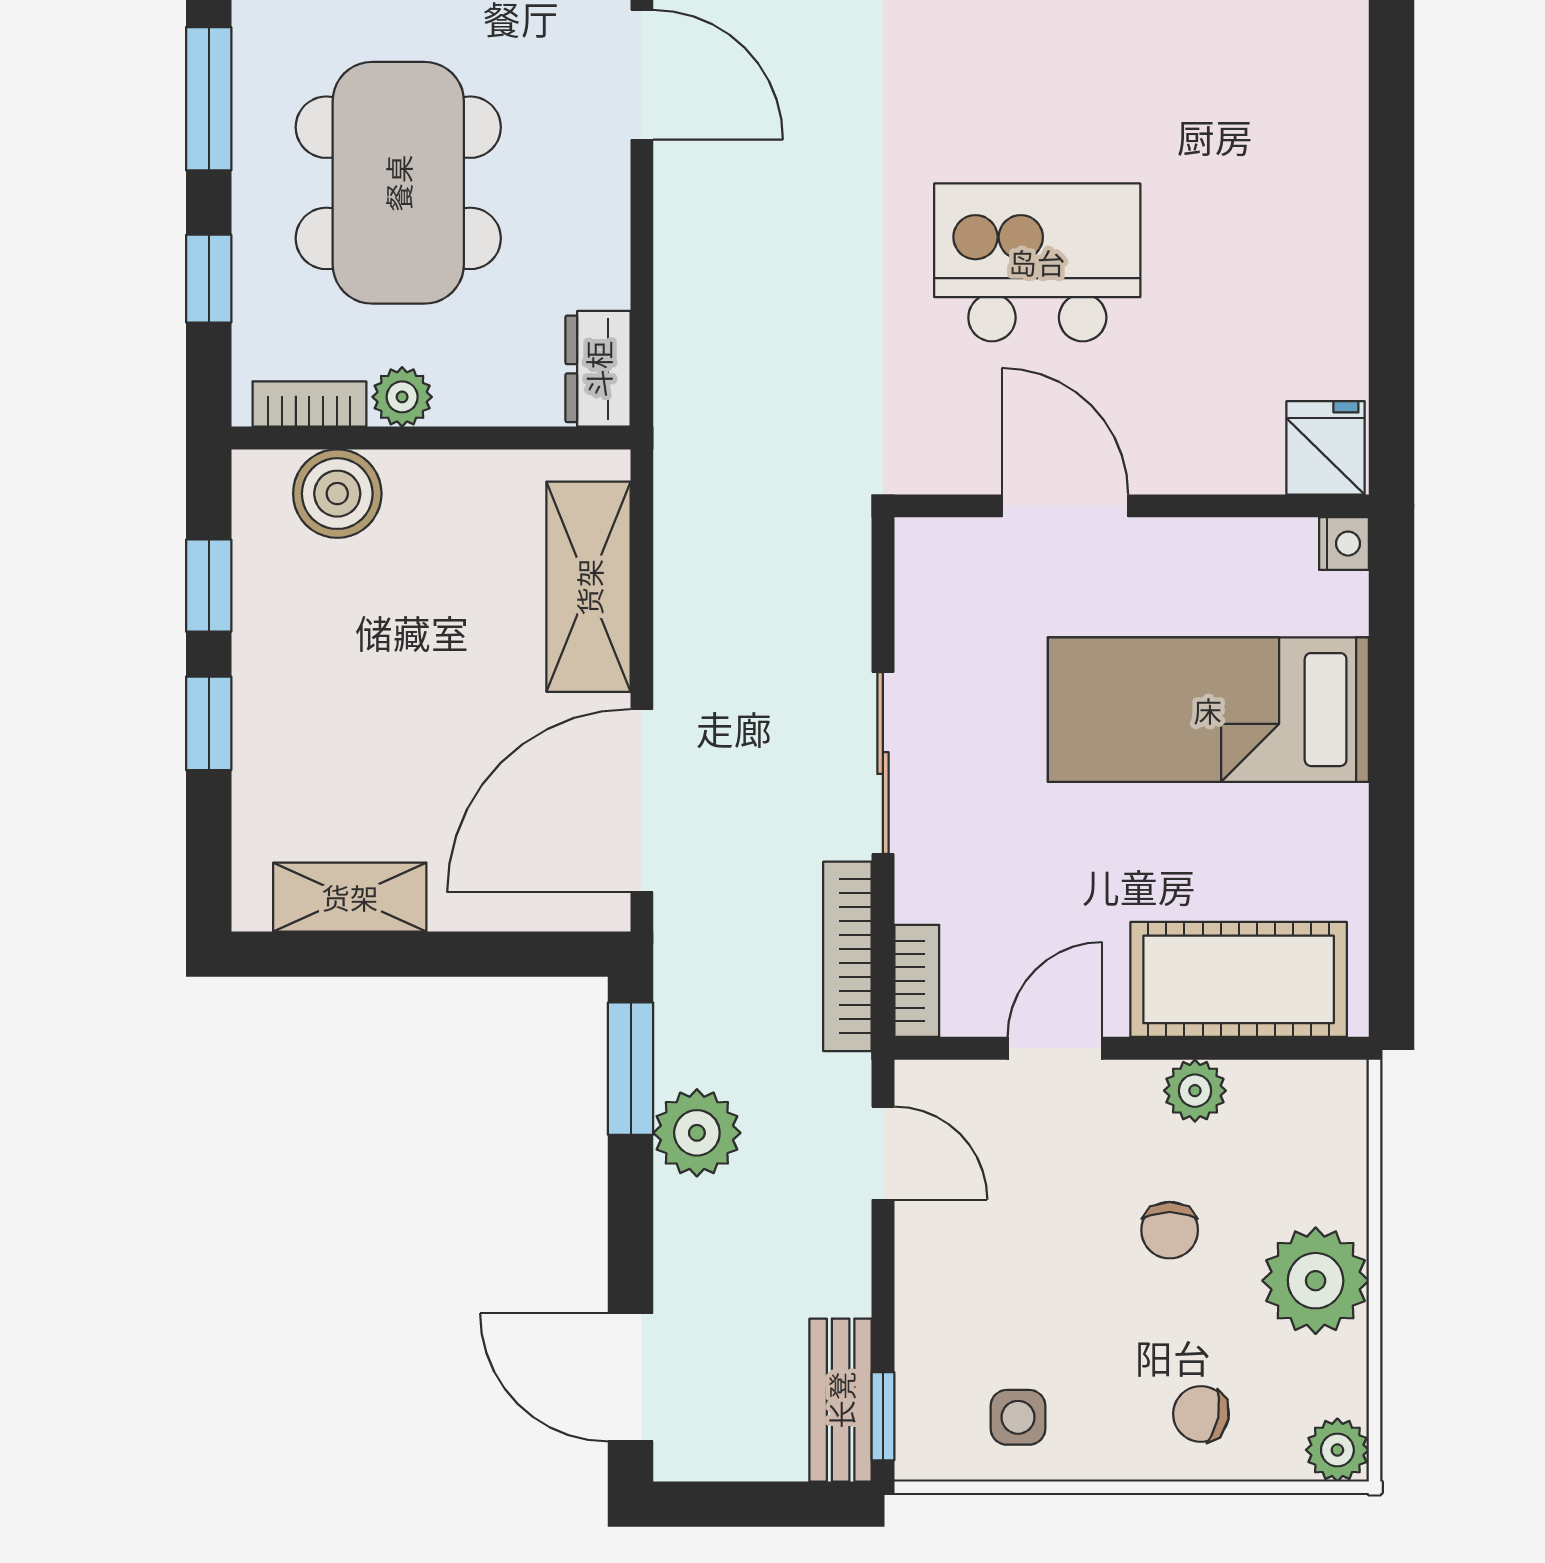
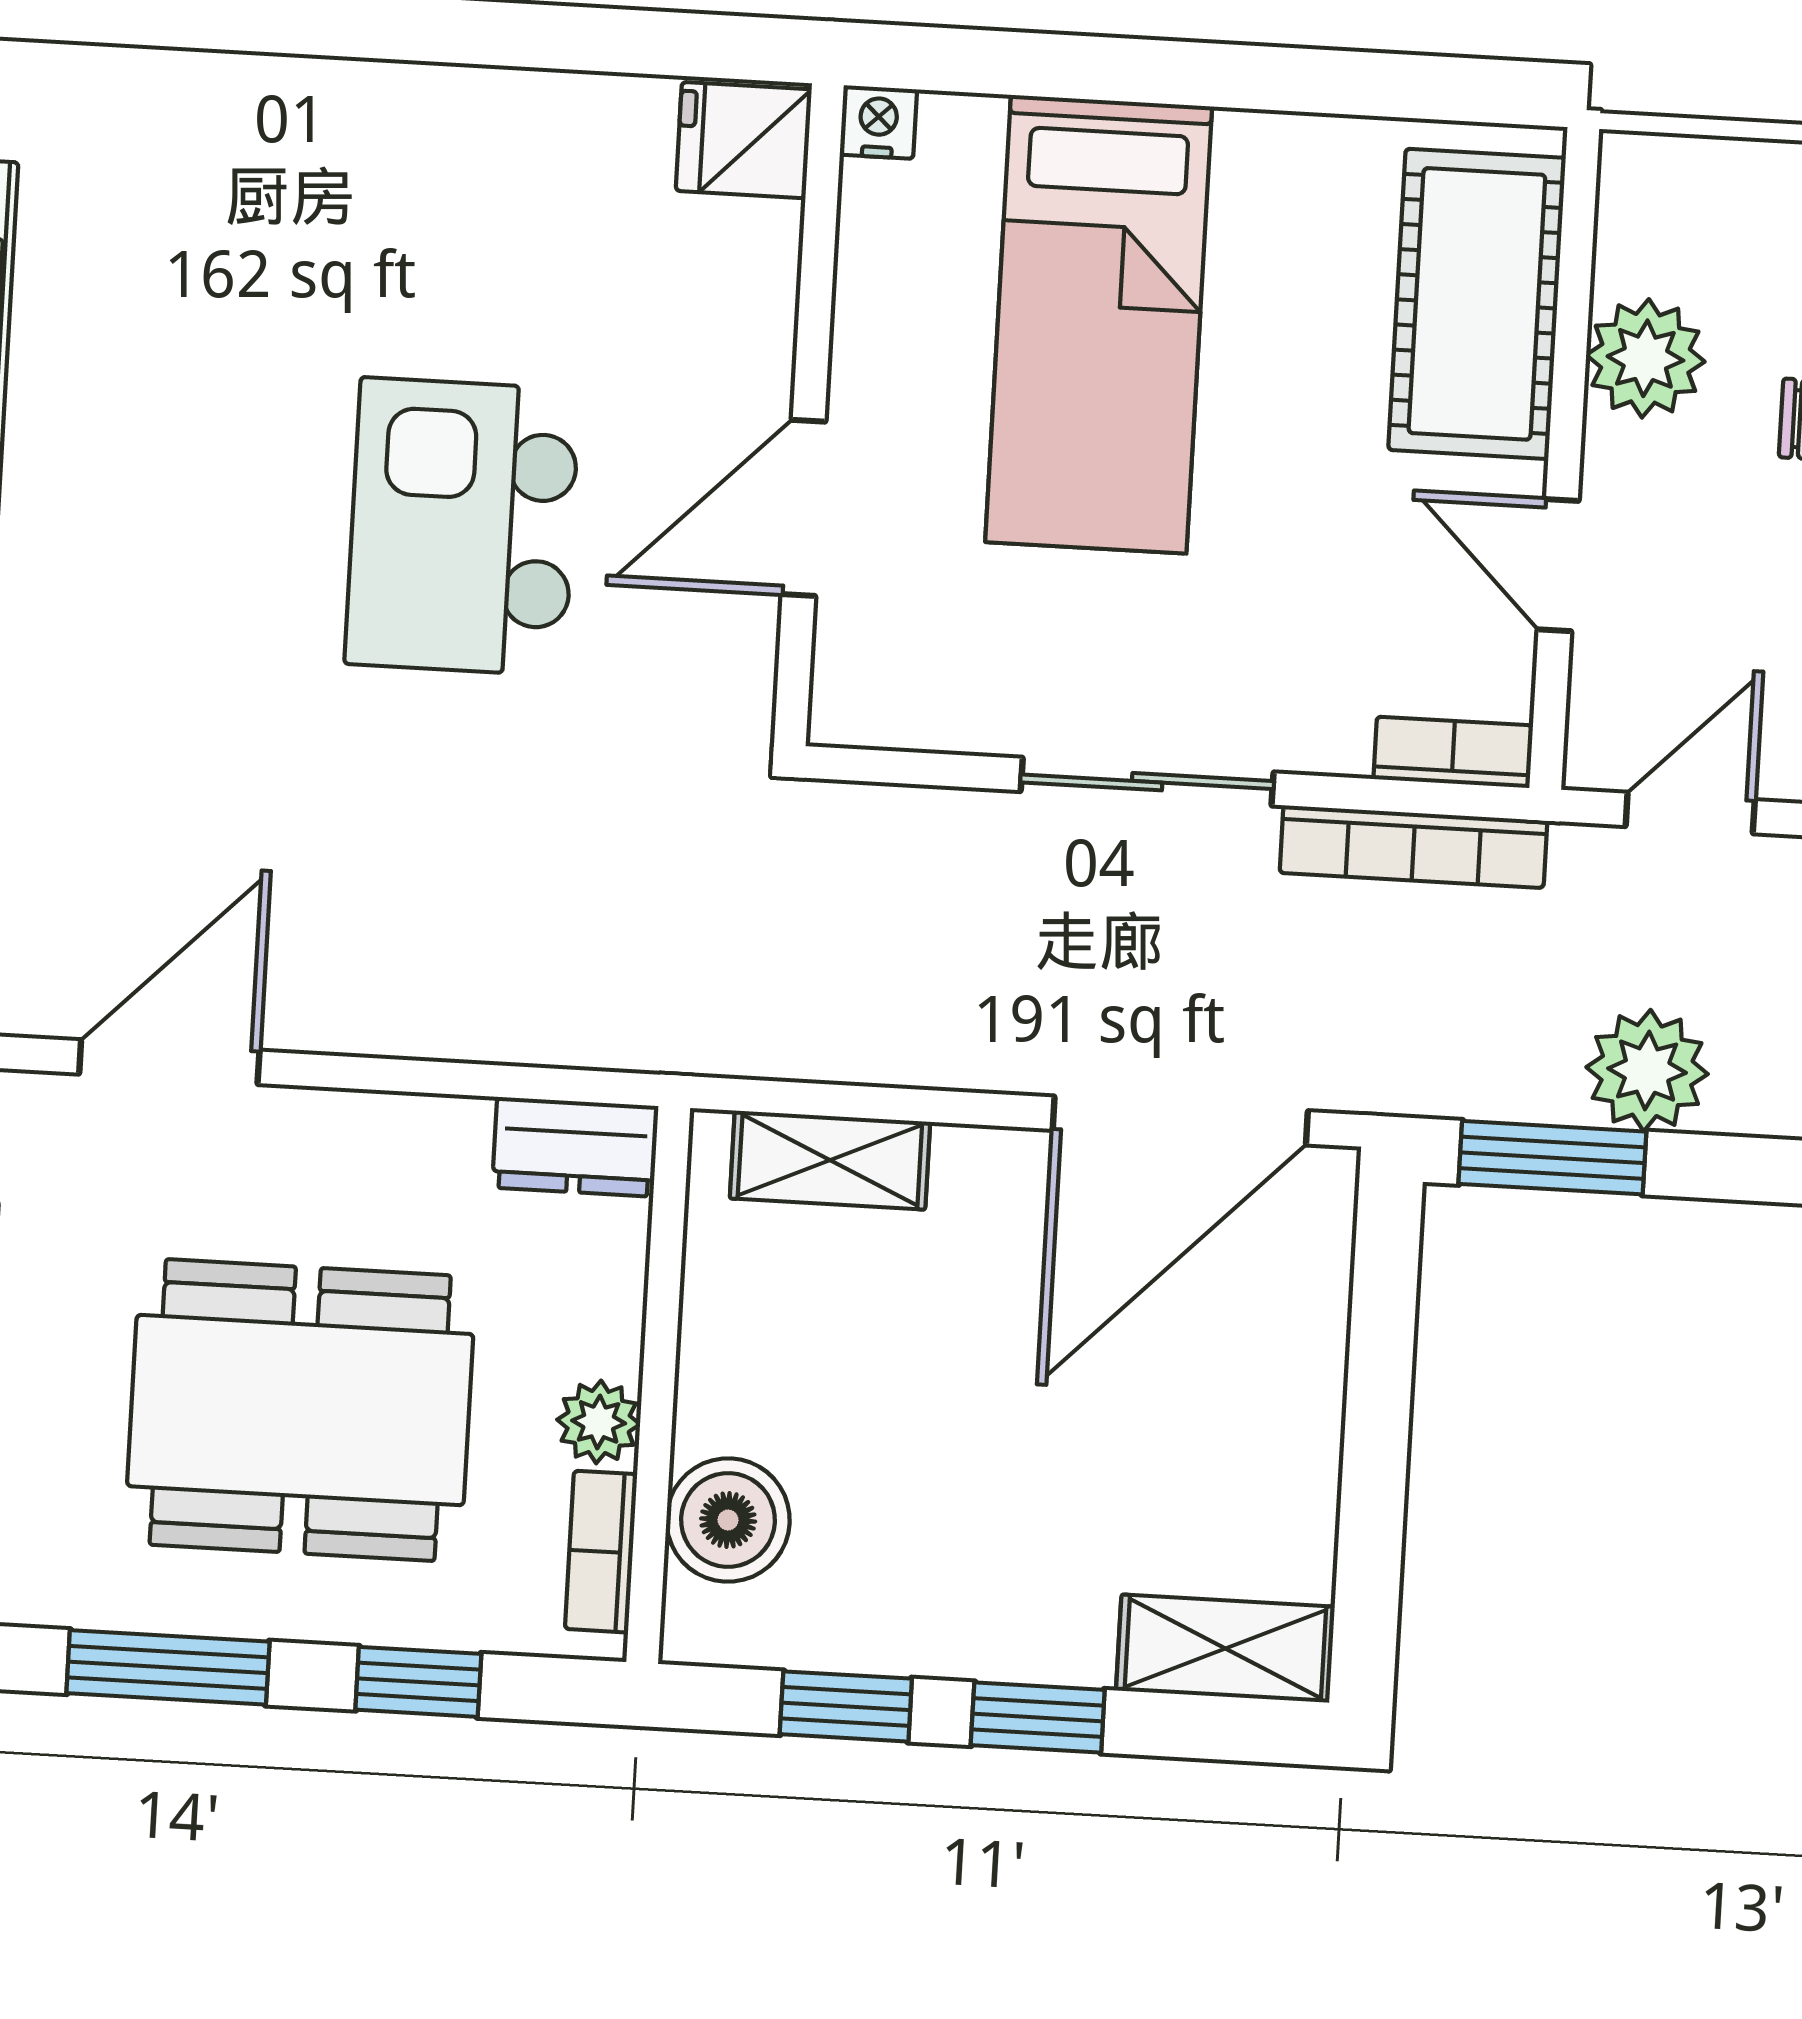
shelving: (589, 587) -> (830, 1160), width x0.67, depth x0.75
door: (642, 801) -> (1180, 1120), hinge flipped
shelving: (350, 897) -> (1225, 1649), moved, turned 90
plant: (1195, 1091) -> (1645, 358), width x1.38, depth x1.38

